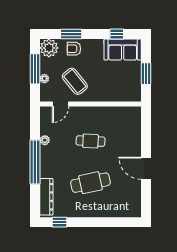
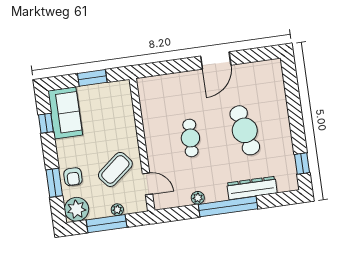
dresser: (46, 197) -> (252, 188), moved

